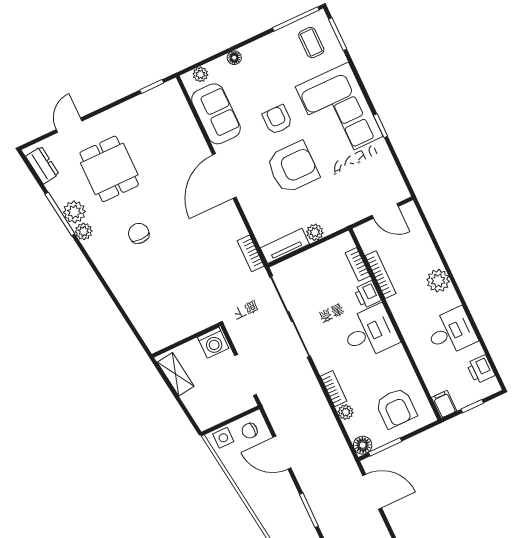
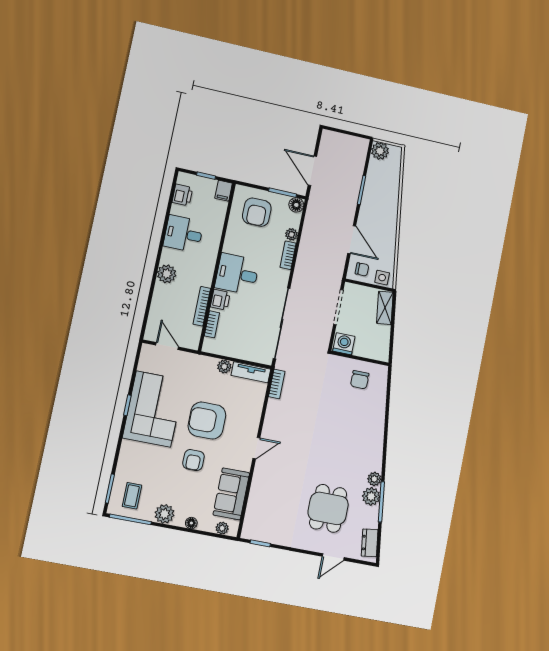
plant: (267, 48) -> (164, 514), added
corner sofa: (339, 112) -> (153, 409), moved
door: (224, 176) -> (256, 448), width x0.53
chair: (139, 233) -> (360, 380), moved
shelving: (176, 374) -> (385, 308), moved
armchair: (396, 408) -> (257, 212), turned 180

